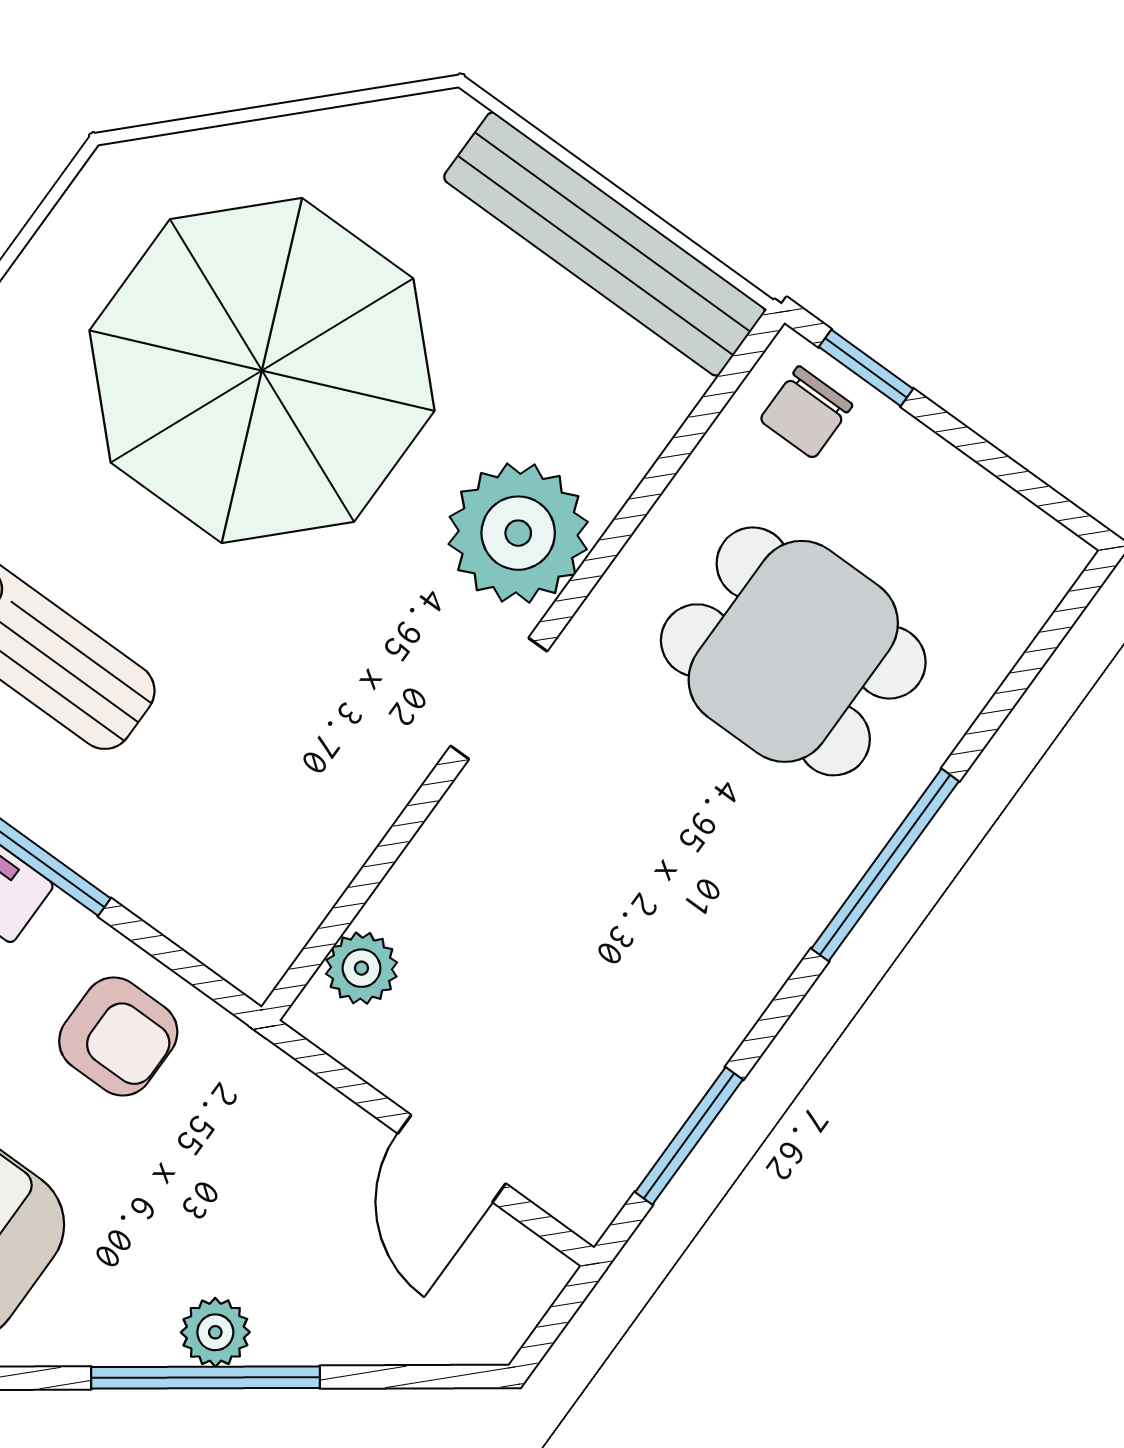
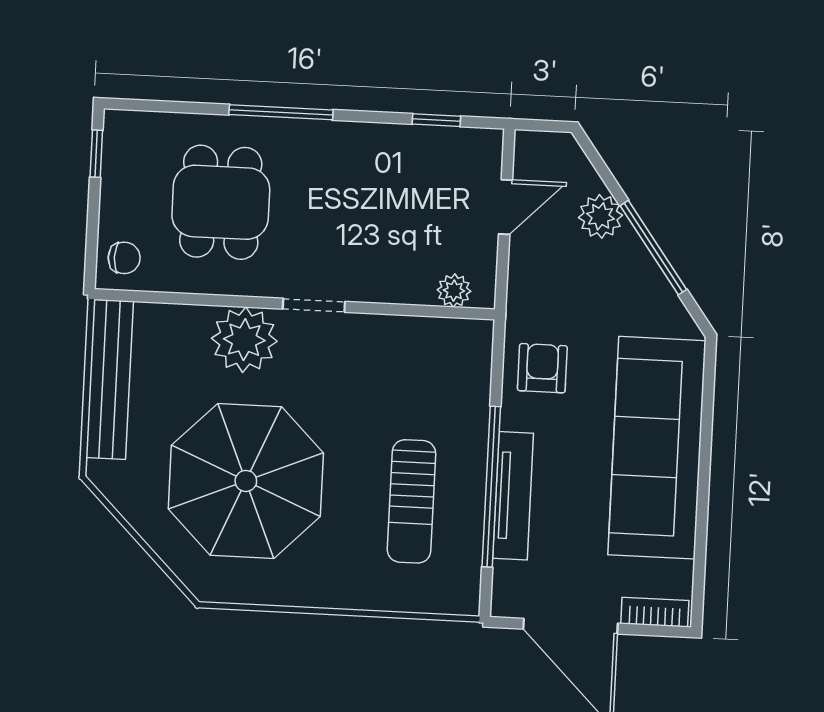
window: (866, 368) -> (96, 154), moved
window: (689, 1136) -> (436, 120), width x0.67
plant: (215, 1332) -> (601, 216), moved, width x1.38, depth x1.38

